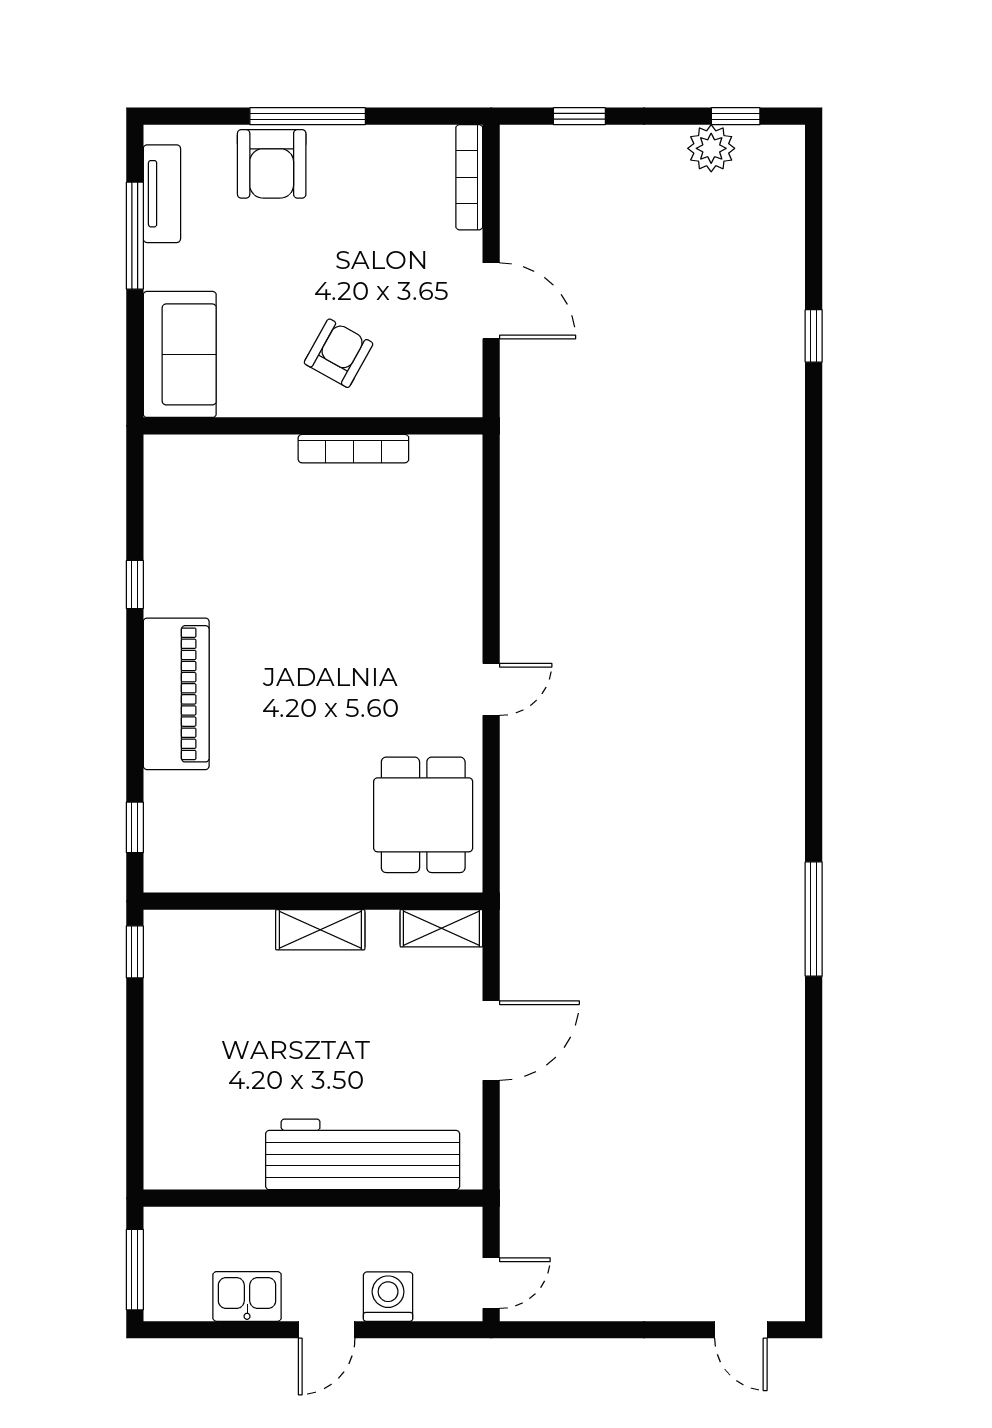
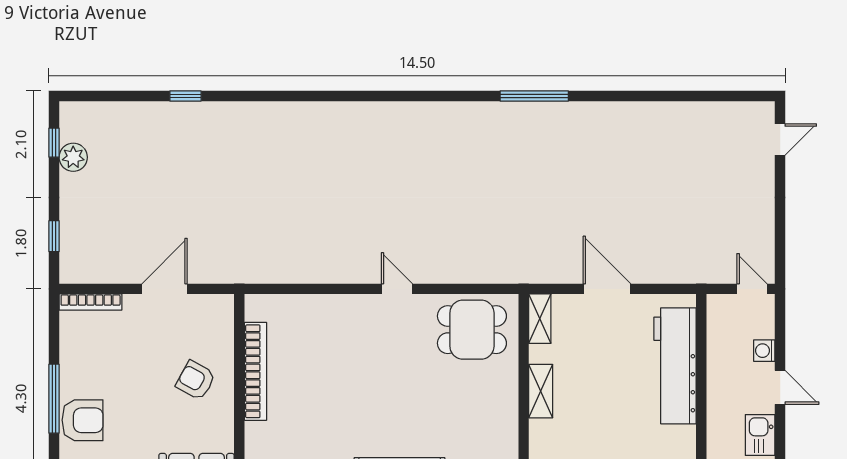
bookcase: (353, 449) -> (255, 371), width x1.48, depth x1.31
washing machine: (388, 1297) -> (764, 351), width x0.73, depth x0.73

